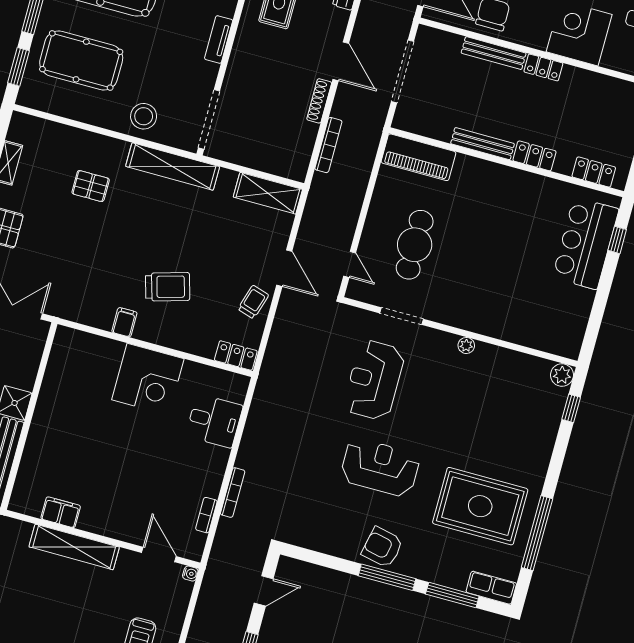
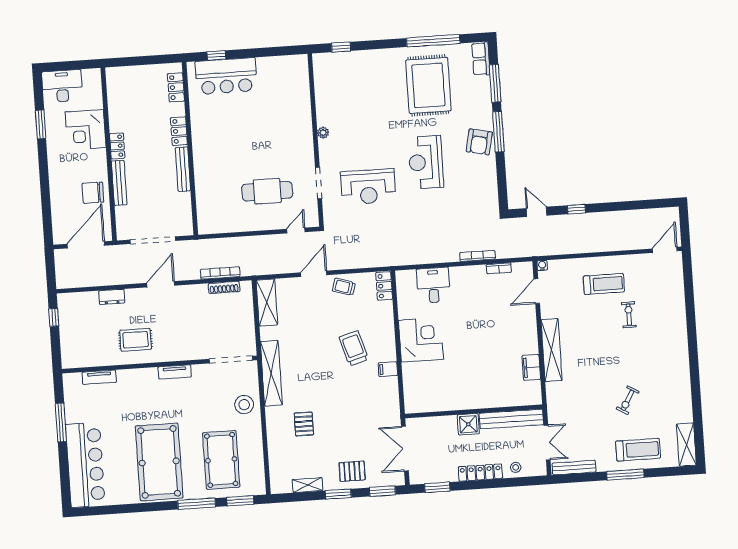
shoe rack: (319, 101) -> (224, 287), moved
piano: (418, 157) -> (207, 209), removed
plant: (562, 375) -> (321, 61), removed

